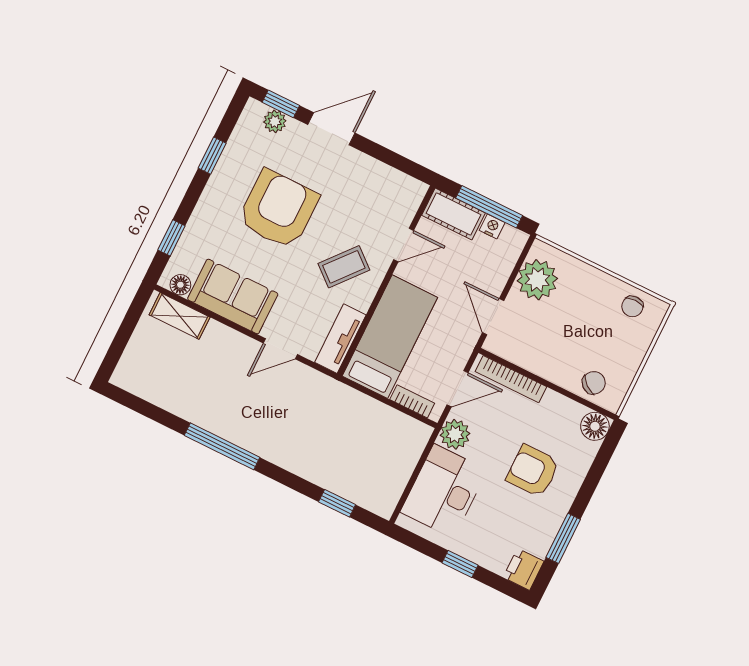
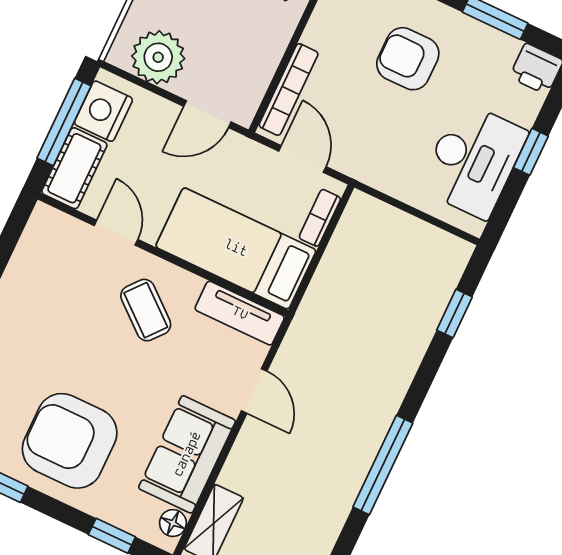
armchair: (278, 209) -> (70, 441), moved
nightstand: (492, 226) -> (103, 111), width x1.89, depth x1.79
plant: (455, 434) -> (362, 161), removed
armchair: (533, 471) -> (408, 59), turned 90
desk: (444, 491) -> (473, 160), moved, turned -90

